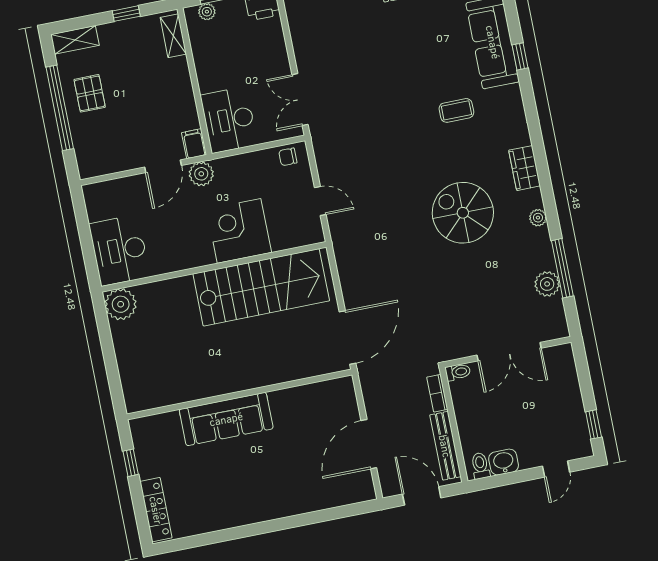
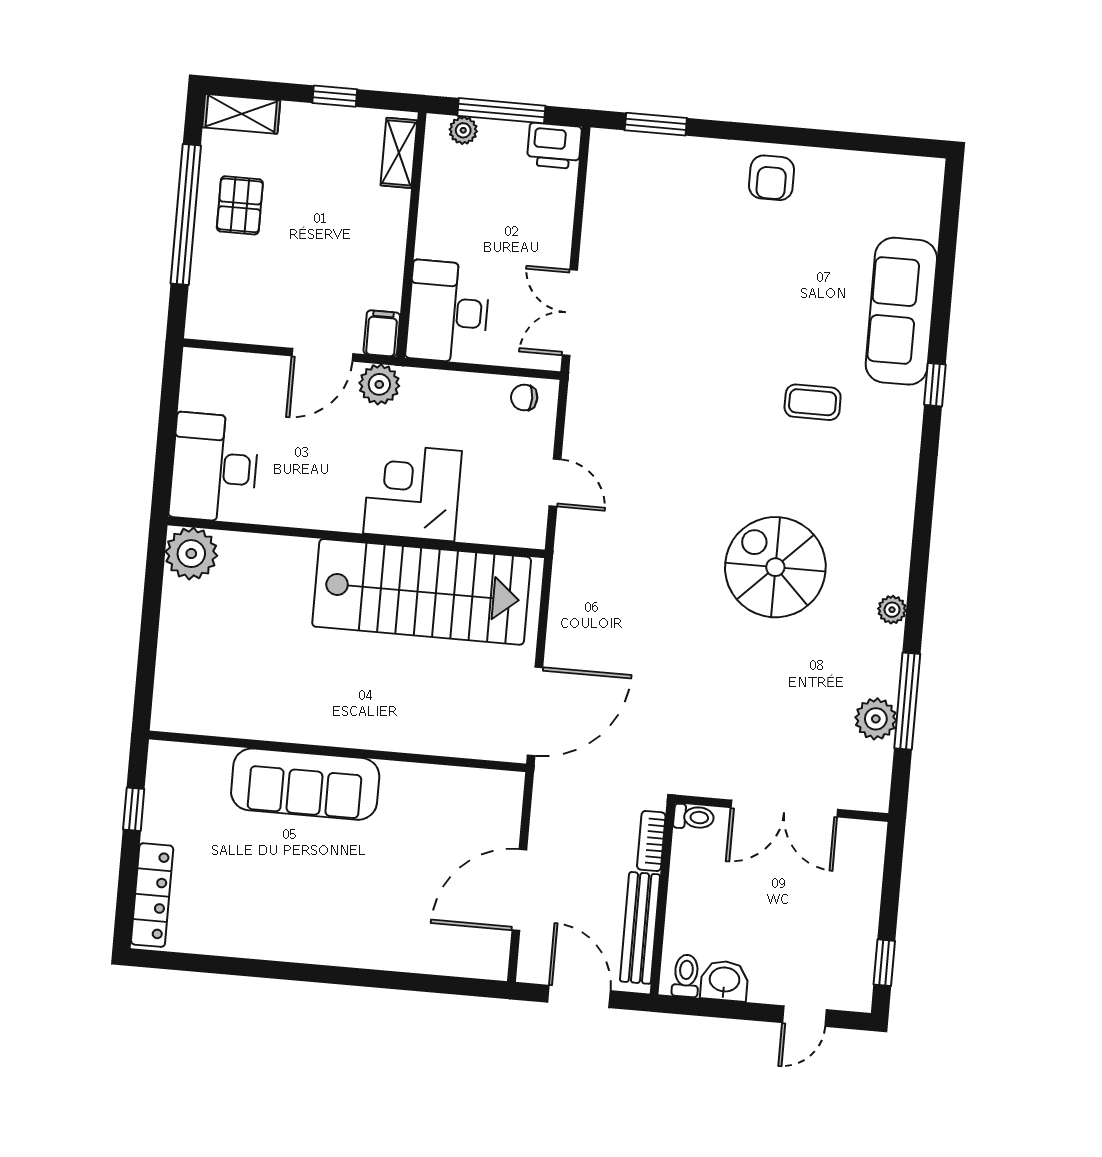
window: (520, 56) -> (935, 385), moved
wardrobe: (525, 168) -> (894, 525), removed

